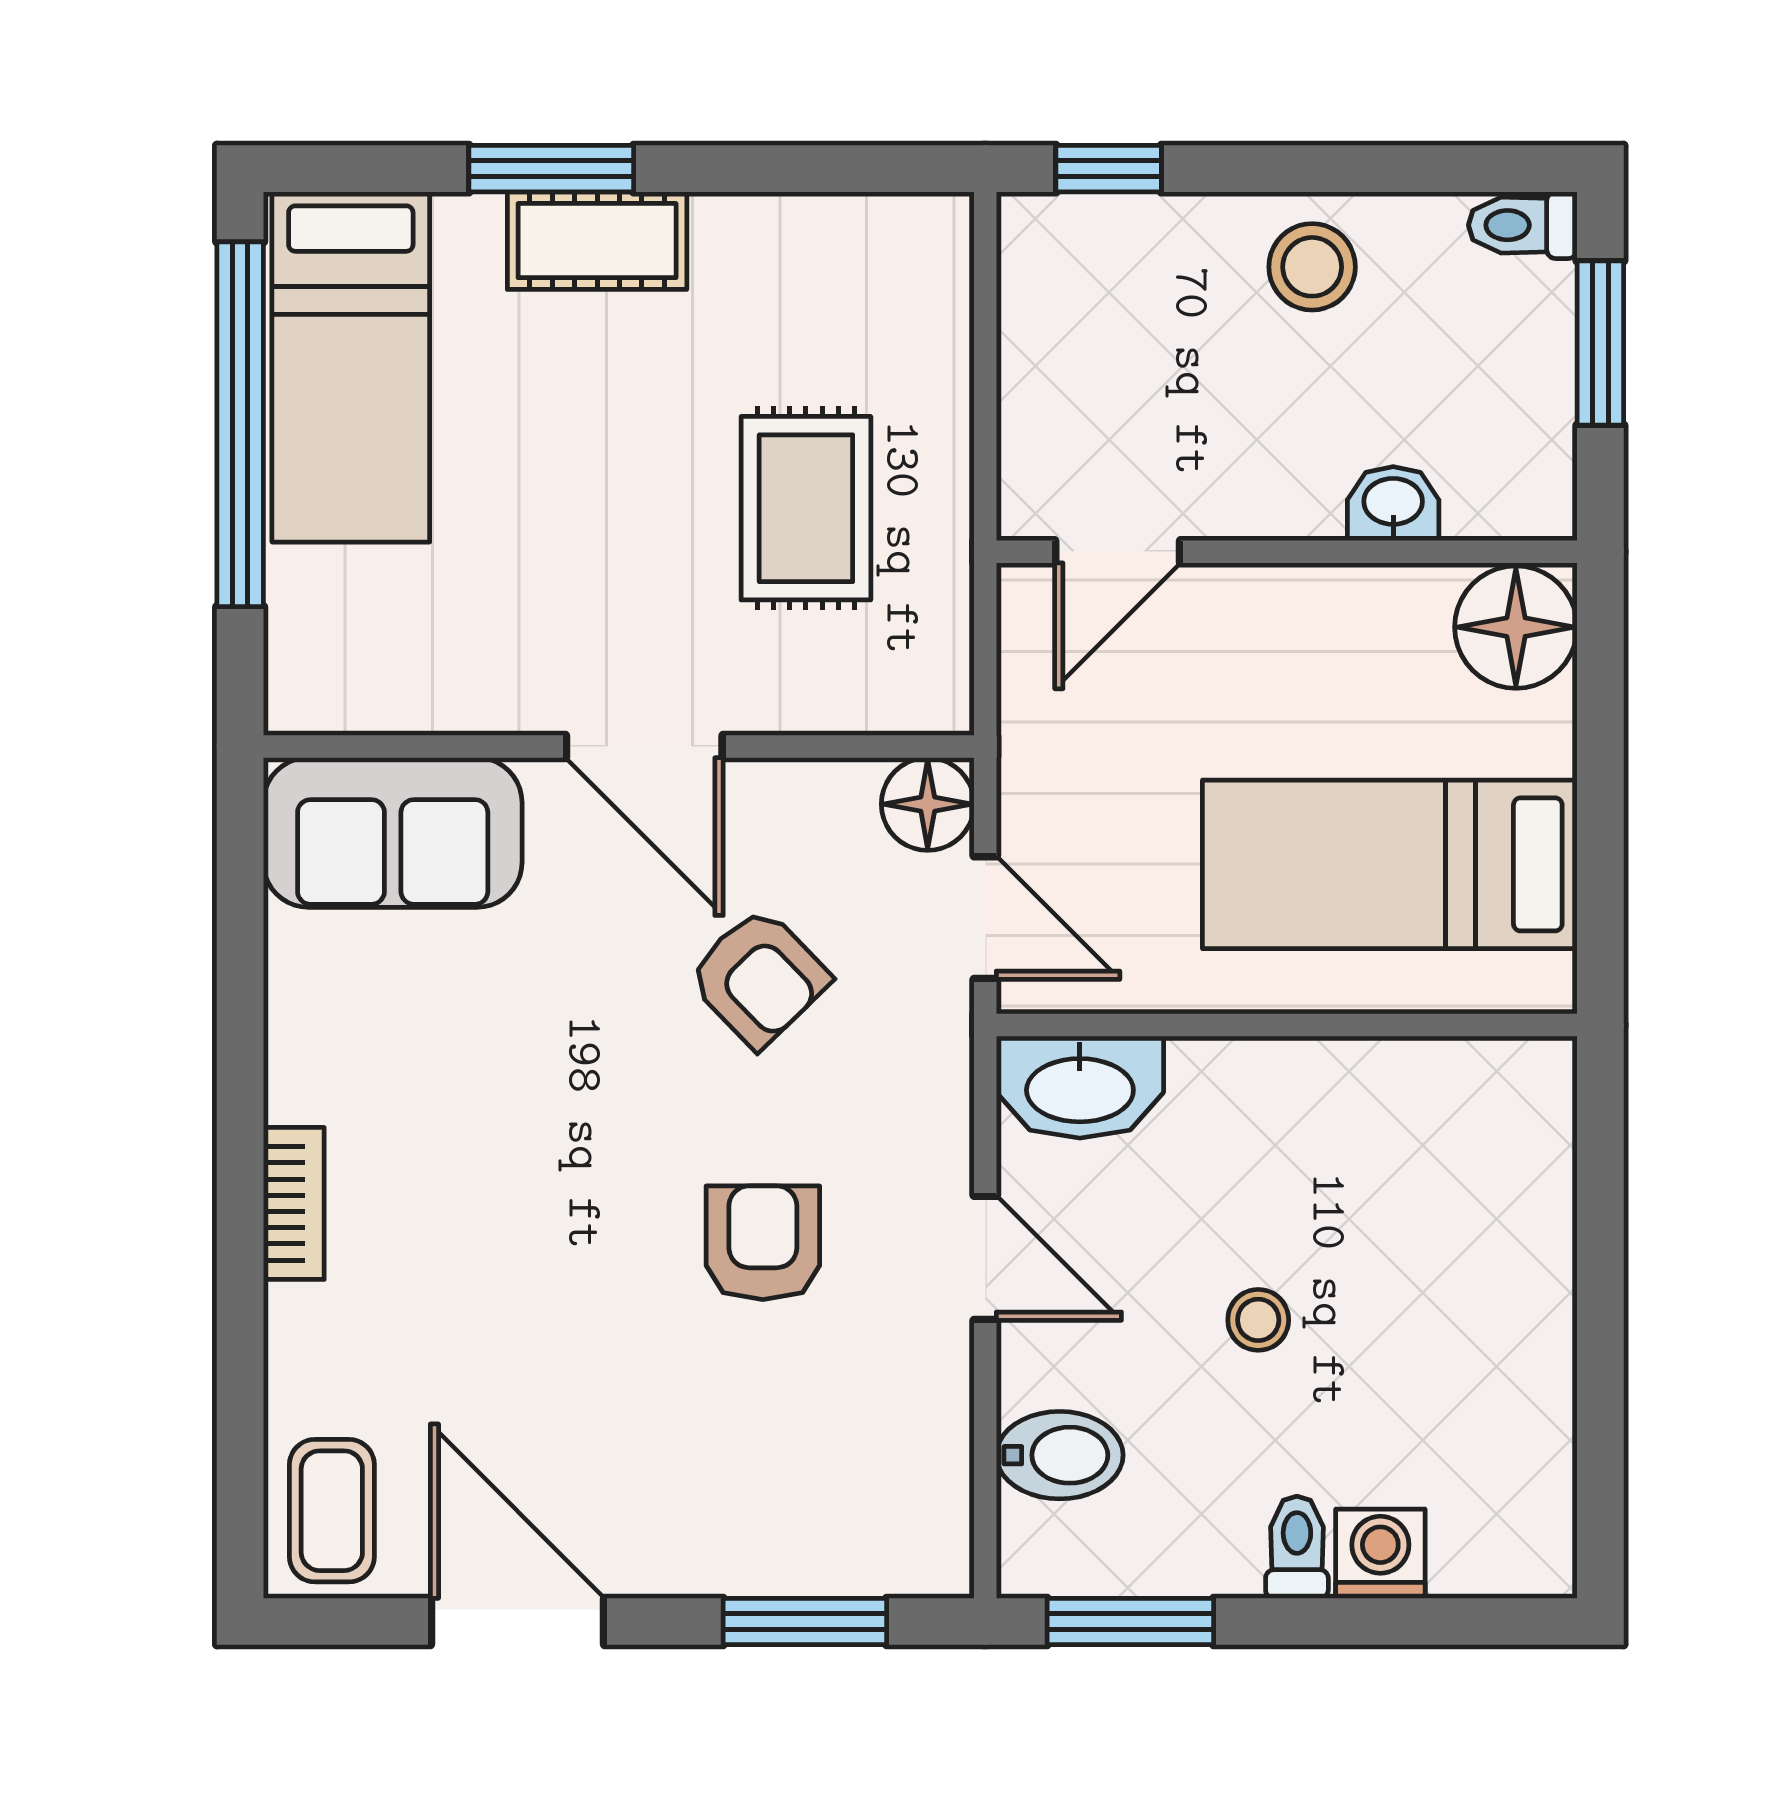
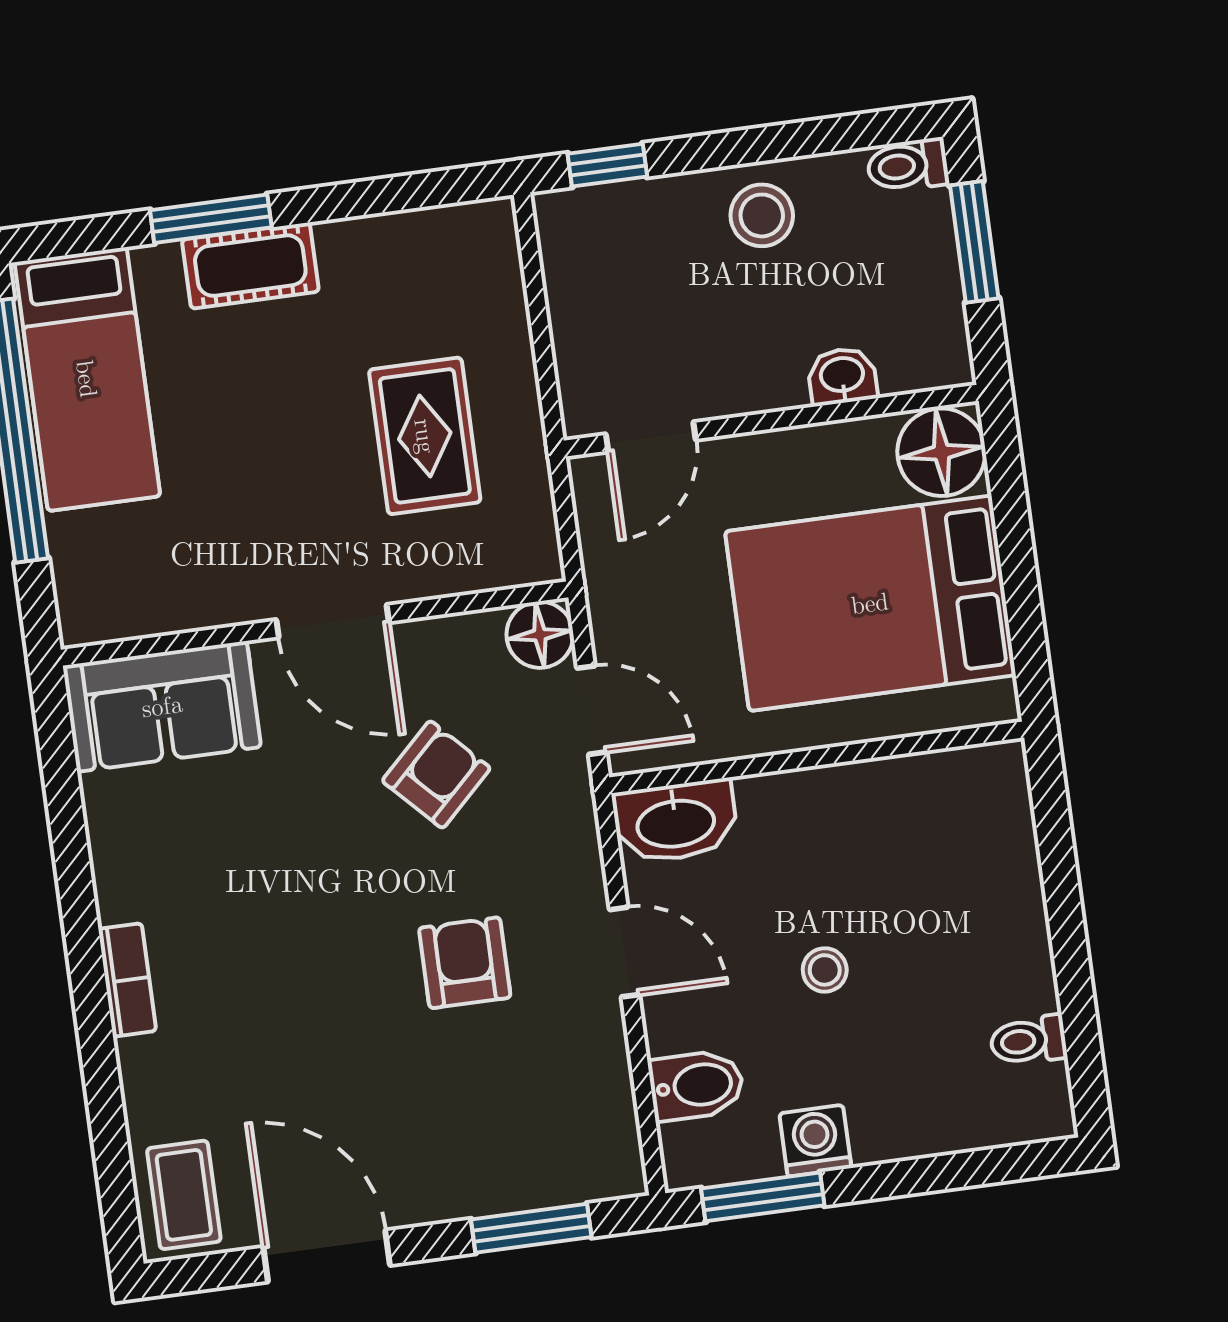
bed: (1390, 864) -> (870, 603), width x1.50
armchair: (759, 978) -> (436, 775), turned -90
toilet: (1297, 1547) -> (1028, 1040), moved, turned -90
washing machine: (1380, 1554) -> (815, 1141), moved

